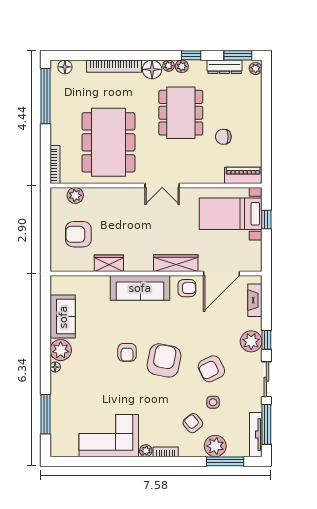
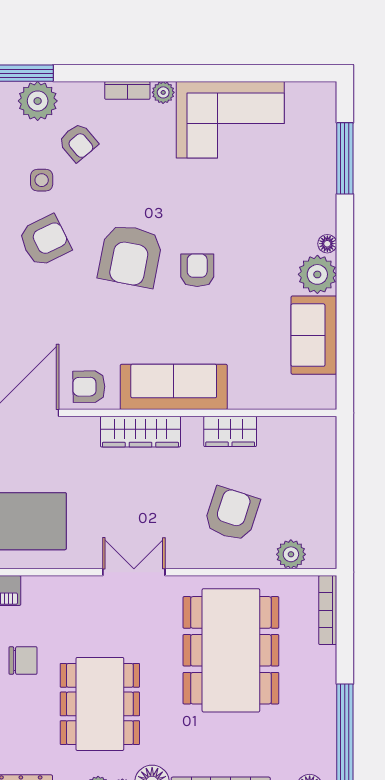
armchair: (78, 234) -> (232, 514), moved, turned -72
wardrobe: (176, 263) -> (140, 432), moved

